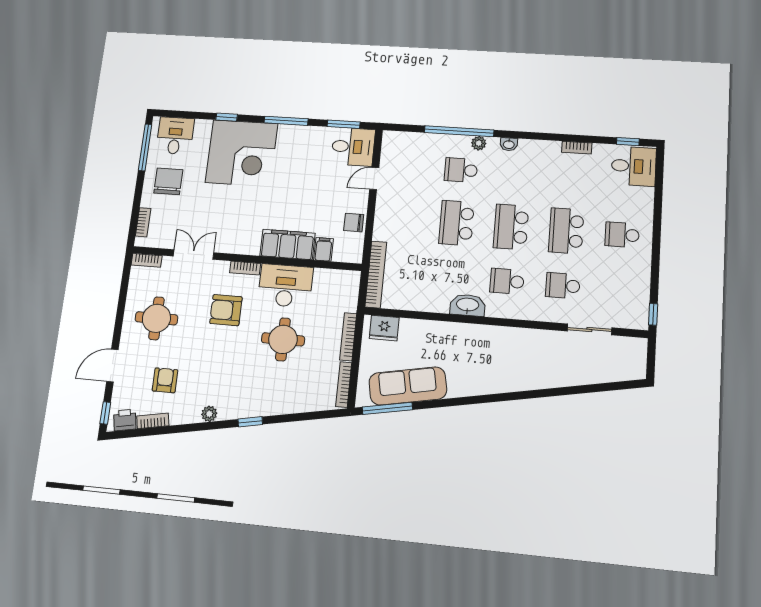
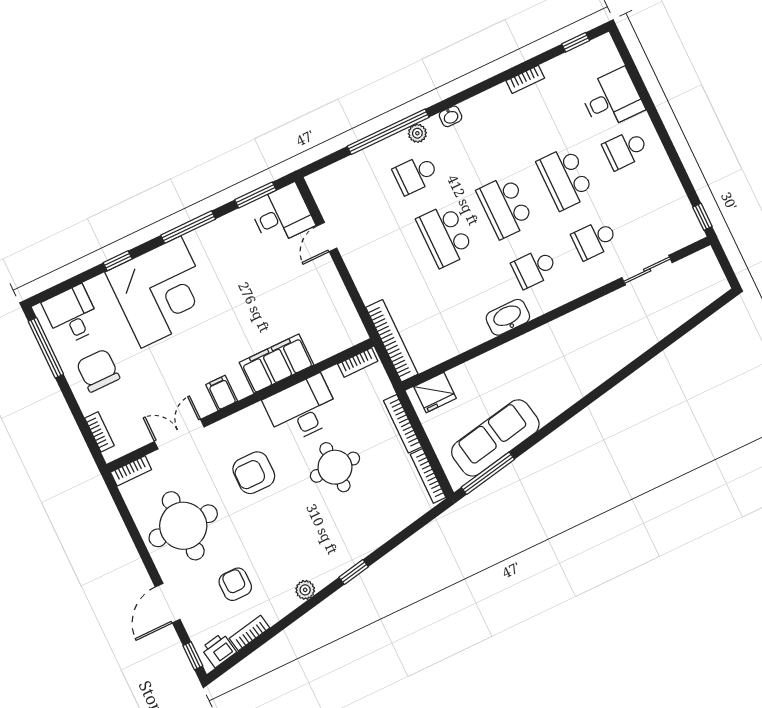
desk: (634, 166) -> (612, 99), moved
chair: (354, 223) -> (334, 298), removed
filing cabinet: (323, 249) -> (222, 393), moved
bookcase: (245, 268) -> (358, 363), moved
round table: (156, 318) -> (183, 526), width x1.36, depth x1.36

